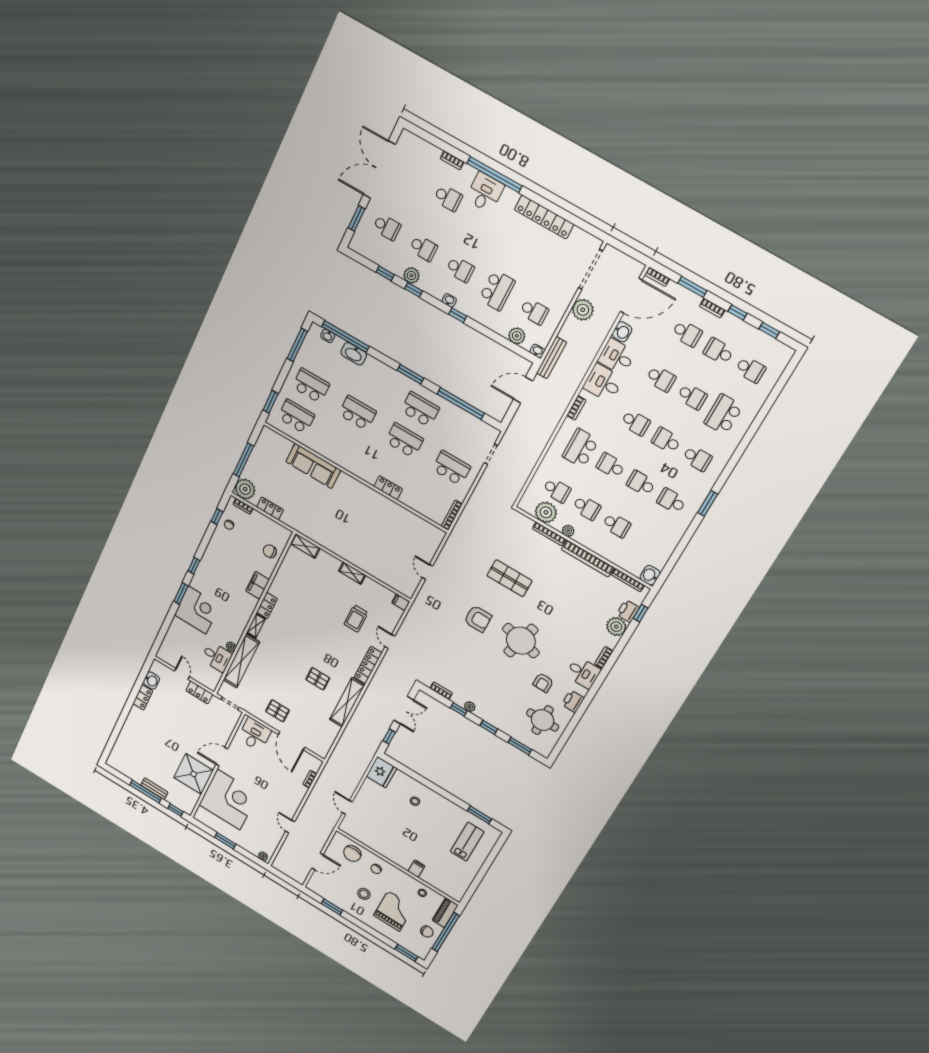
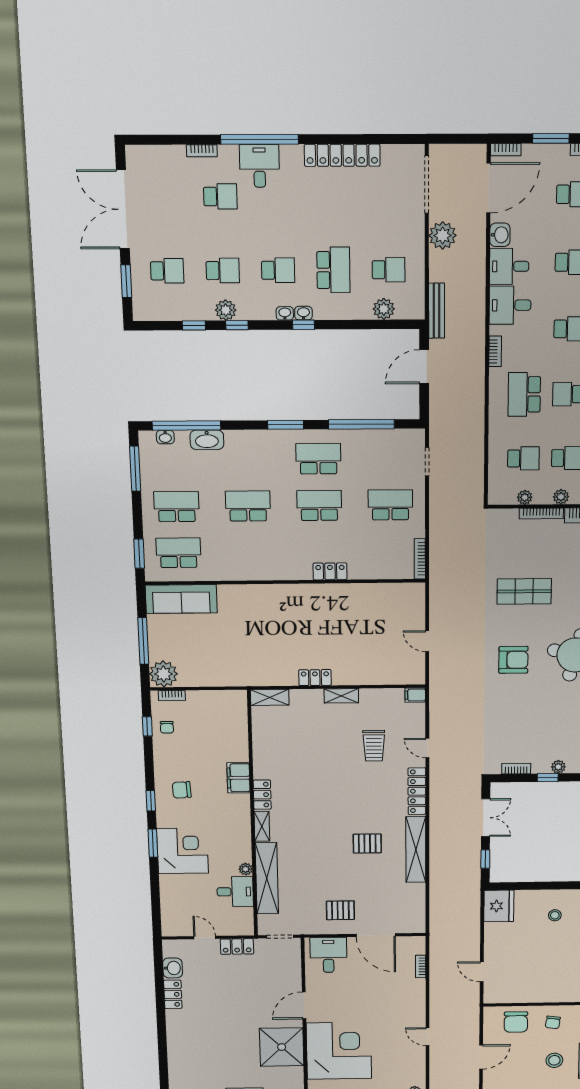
washbasin: (537, 351) -> (303, 313), moved
sofa: (313, 466) -> (181, 599), moved
locker: (270, 508) -> (315, 678), moved
plant: (546, 512) -> (525, 497), width x0.53, depth x0.53
chair: (270, 551) -> (182, 790), moved

